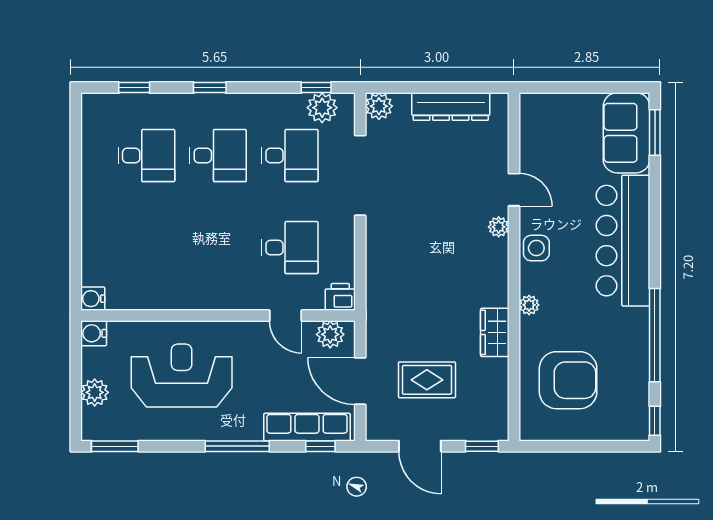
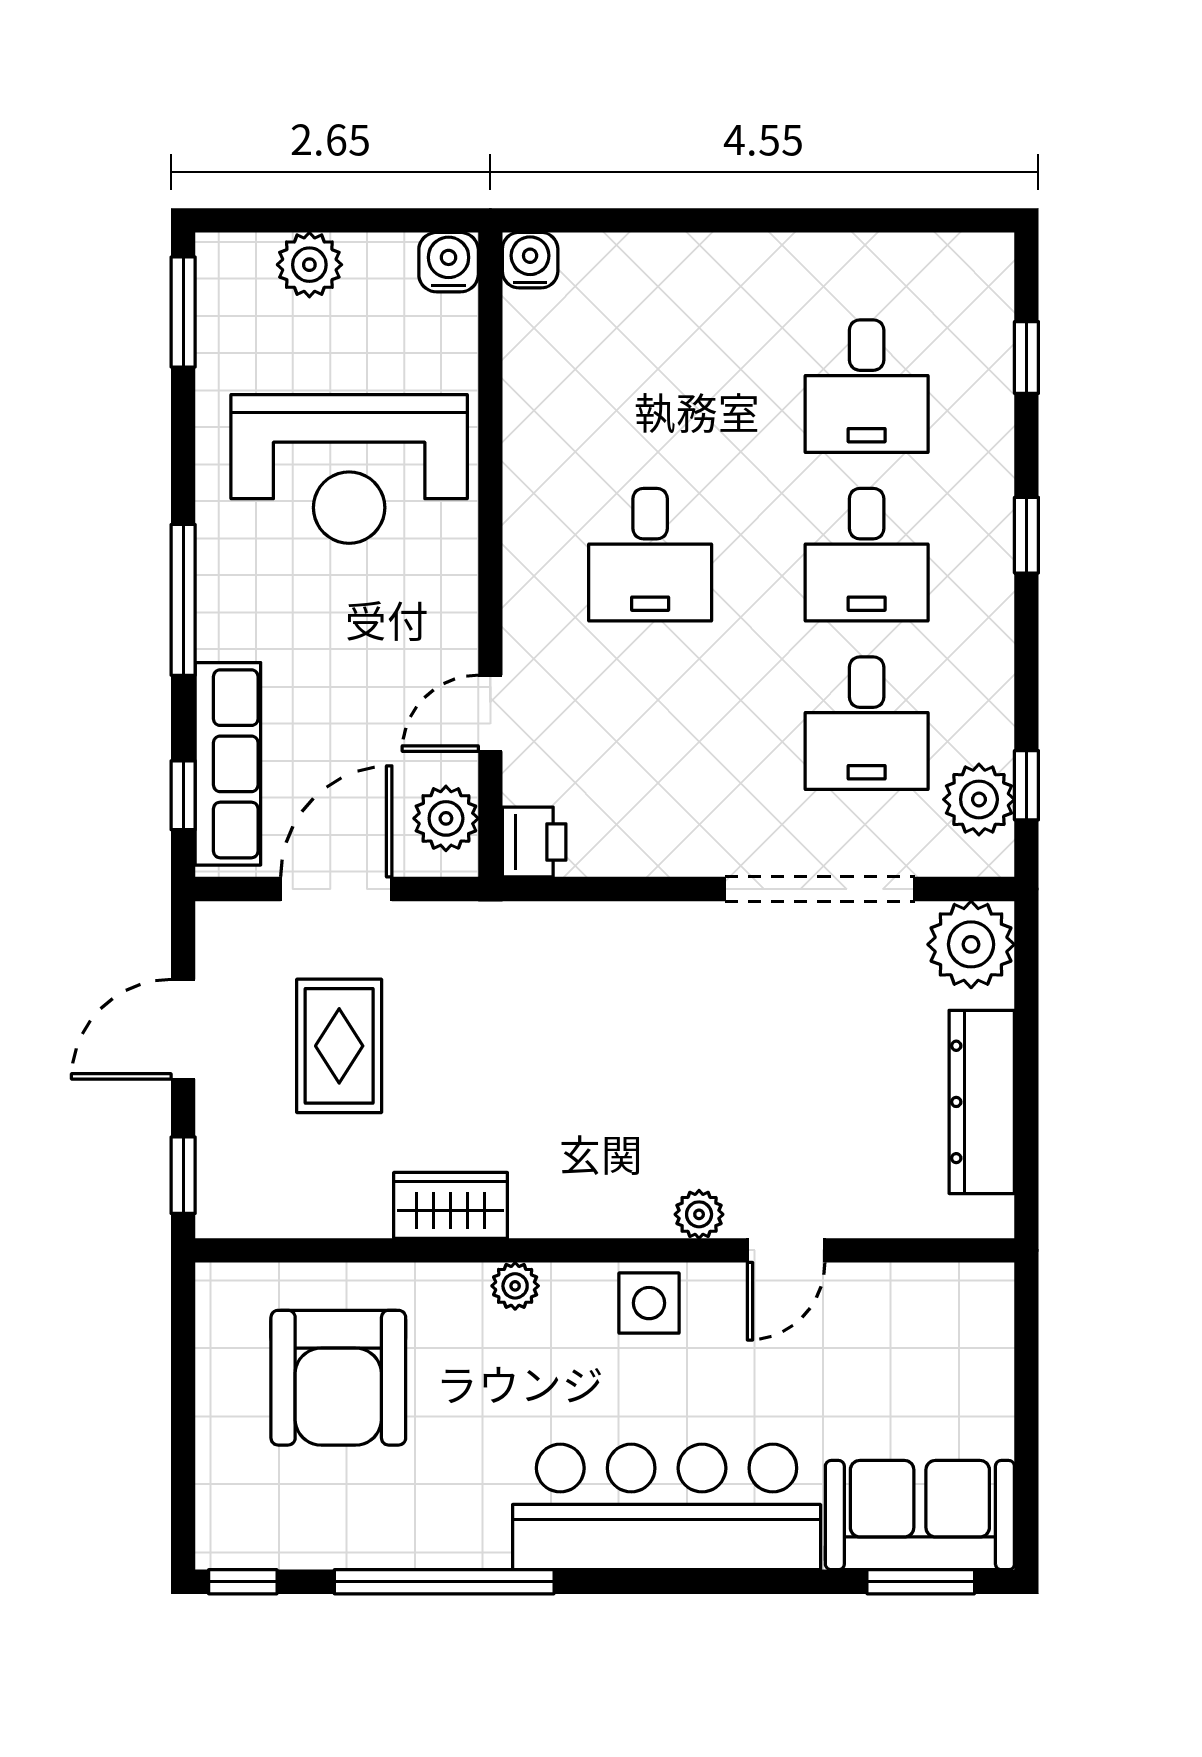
plant: (379, 106) -> (971, 944), width x1.36, depth x1.36
desk: (290, 248) -> (650, 555), moved
reception desk: (182, 376) -> (349, 469), turned 90

